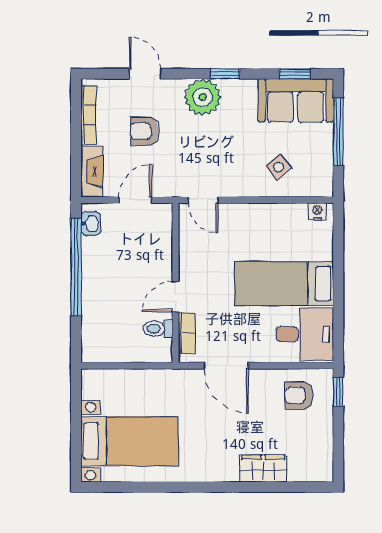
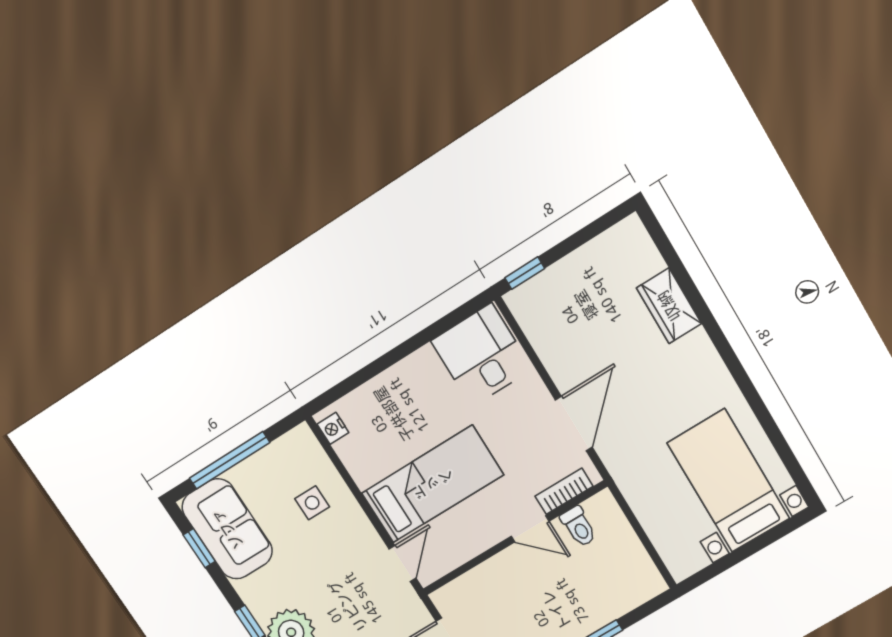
side table: (279, 167) -> (312, 503), turned 38
bed: (284, 284) -> (433, 484), moved, turned -90
armchair: (299, 395) -> (557, 317), removed

